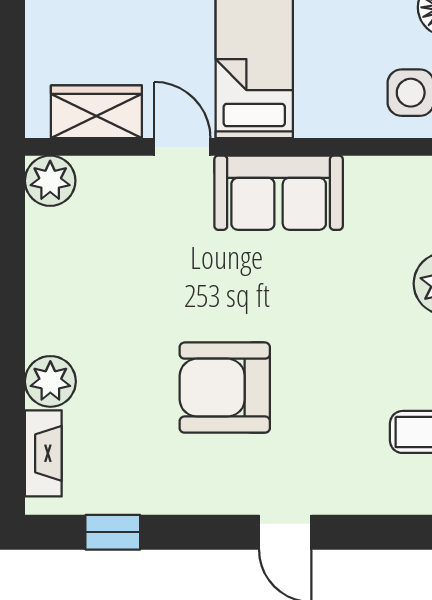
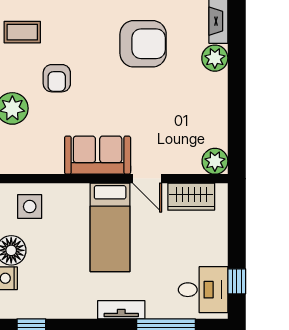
armchair: (358, 342) -> (57, 78), added
armchair: (225, 388) -> (143, 44), moved

